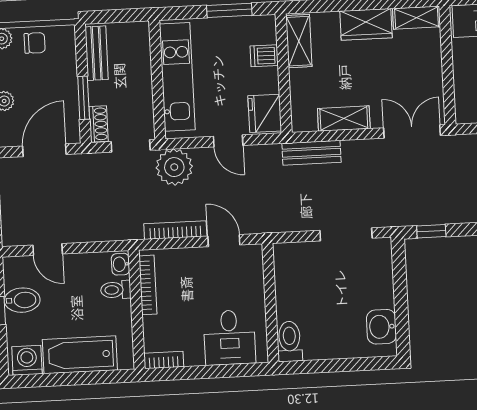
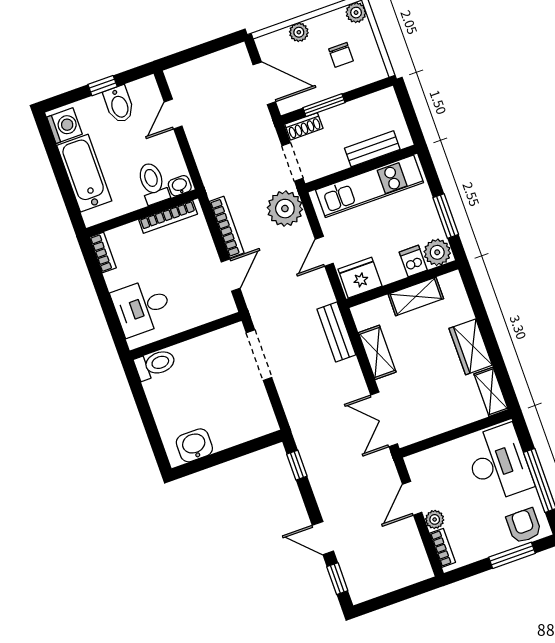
plant: (263, 30) -> (437, 252), added
shelving: (299, 41) -> (416, 296), moved
chair: (35, 43) -> (341, 55), moved
bench: (97, 53) -> (372, 149), moved
double door: (412, 132) -> (384, 419), swing flipped
doorway: (346, 234) -> (259, 355), moved
toilet: (116, 290) -> (153, 183), width x1.37, depth x1.39

